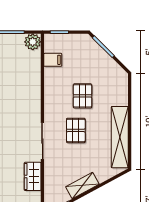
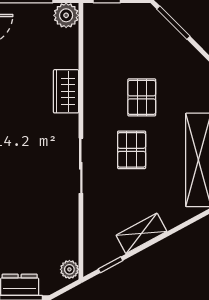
filing cabinet: (53, 60) -> (97, 43), removed
wardrobe: (33, 176) -> (66, 91), moved

